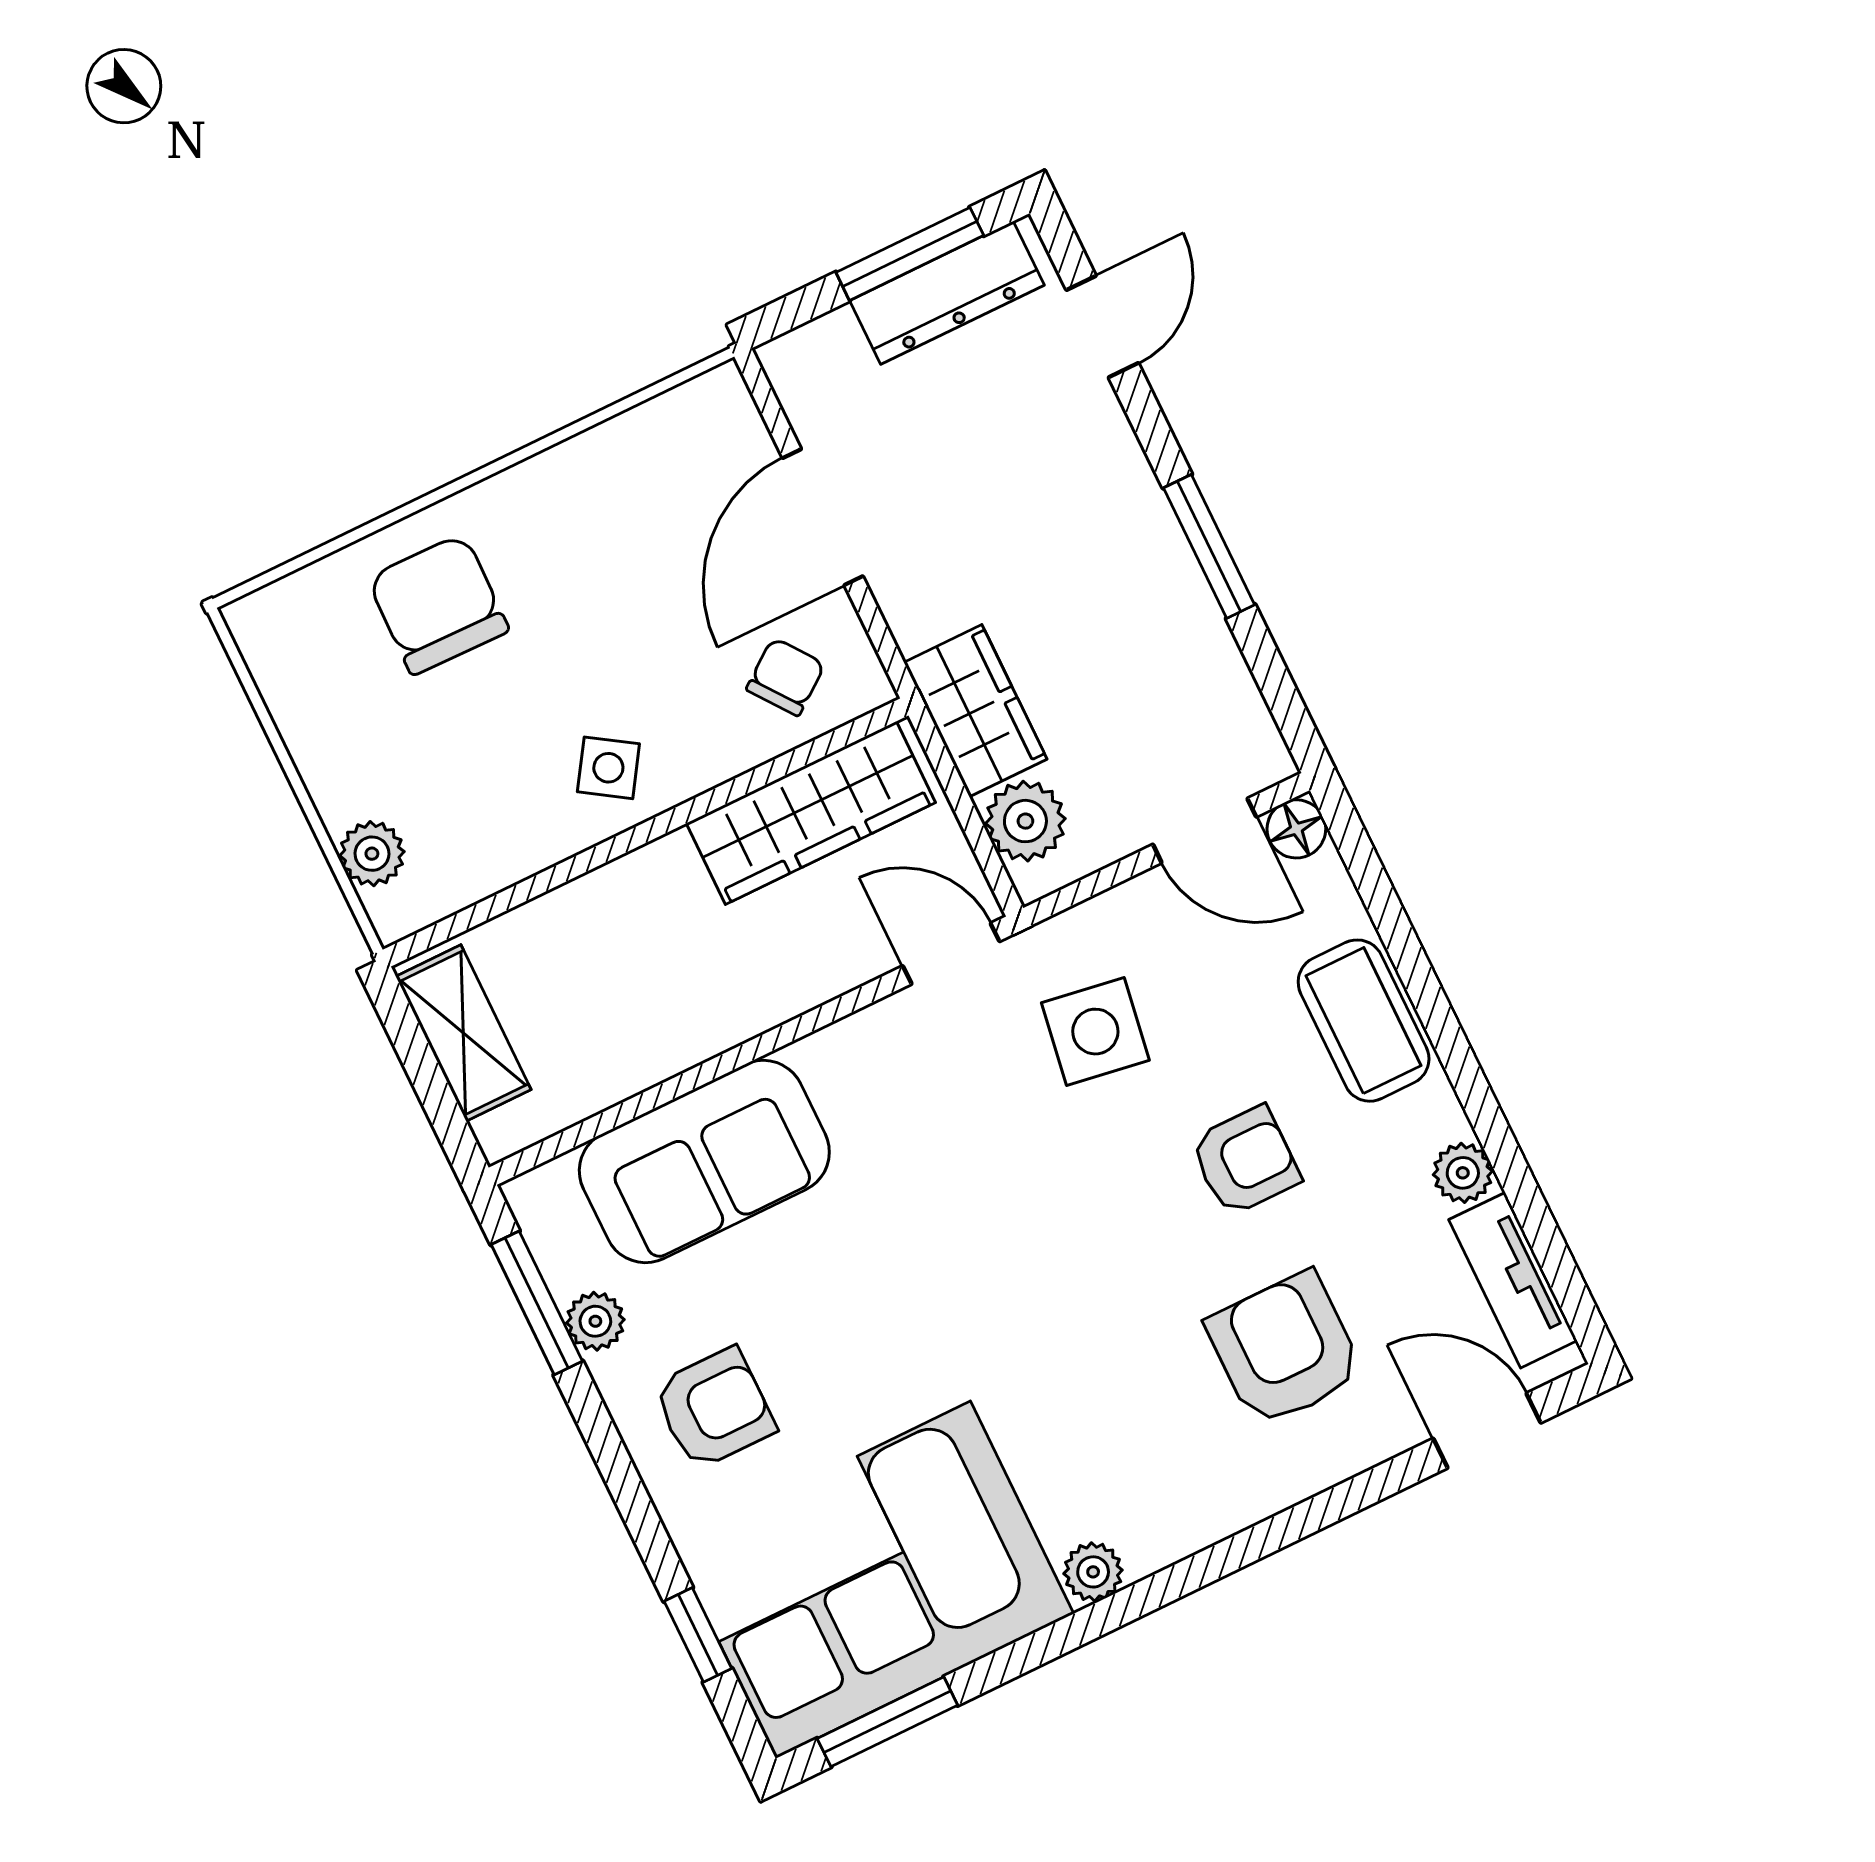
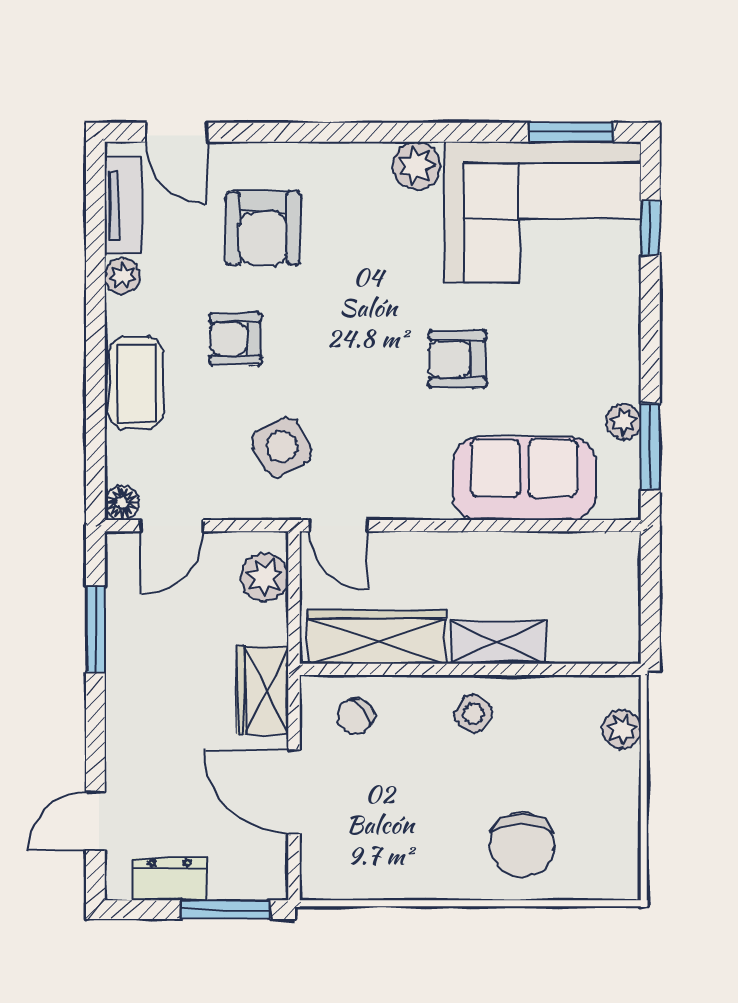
window: (910, 254) -> (226, 910), moved
dresser: (947, 293) -> (170, 879), width x0.70
door: (823, 517) -> (294, 792), swing flipped
window: (1209, 546) -> (95, 629), moved
wardrobe: (975, 711) -> (263, 690), moved
door: (1205, 831) -> (172, 526), swing flipped
side table: (1095, 1032) -> (282, 447), turned -37
shelving: (463, 1033) -> (498, 642), moved, turned 90
armchair: (714, 1408) -> (457, 359), moved
plant: (1093, 1572) -> (417, 165), width x1.38, depth x1.38

